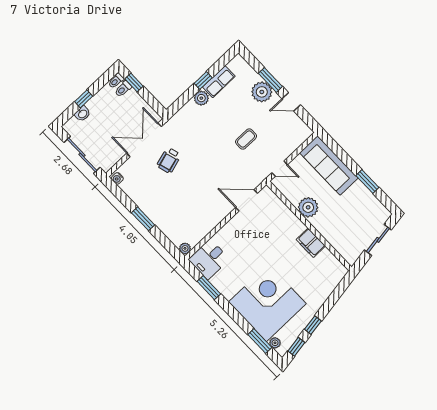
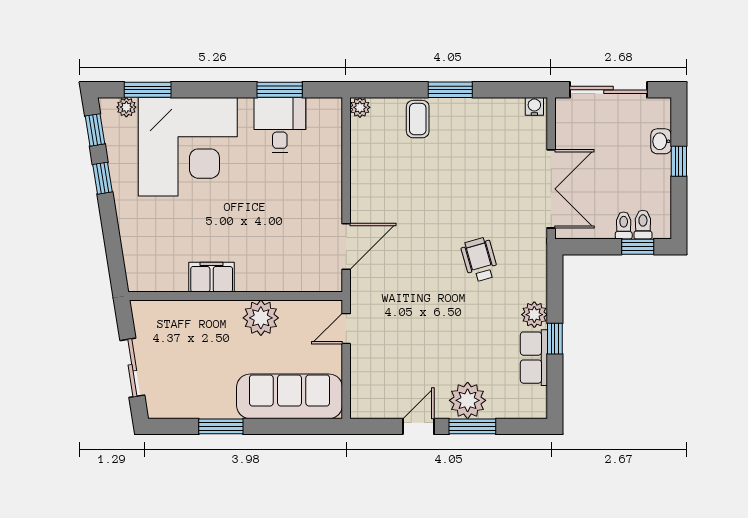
toilet: (116, 81) -> (624, 225), moved
coffee table: (246, 139) -> (418, 119), moved
wheelchair: (169, 160) -> (480, 260), moved
desk: (209, 259) -> (280, 125), moved

